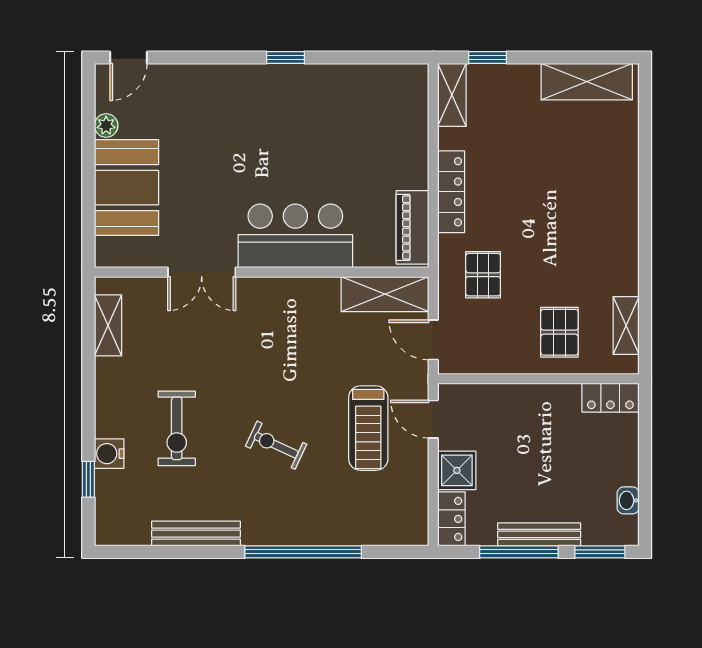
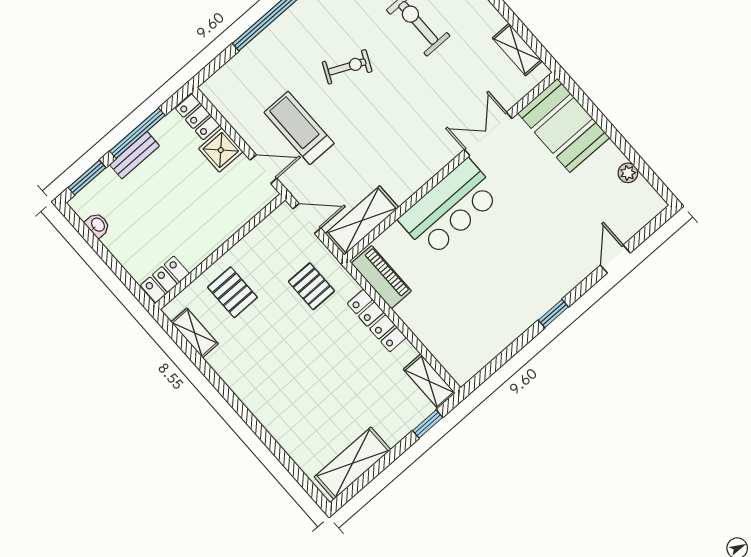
door: (128, 58) -> (615, 259), moved
booth: (126, 188) -> (564, 125), moved
bench: (539, 534) -> (134, 155), width x0.73

